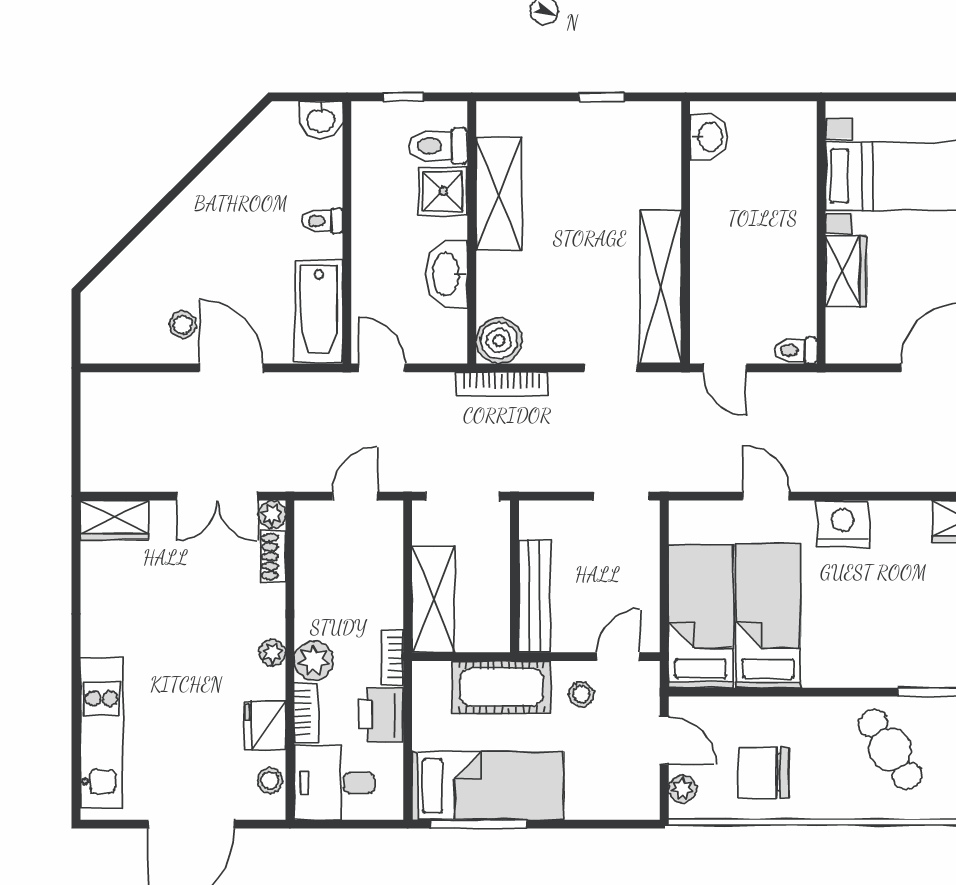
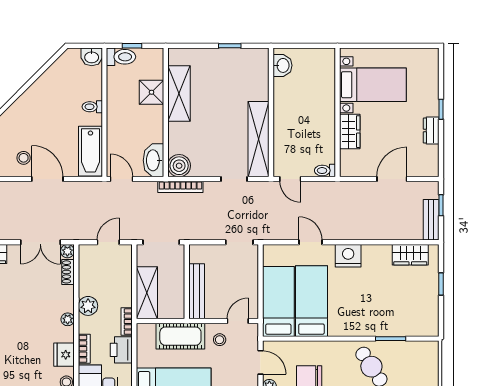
toilet: (438, 146) -> (121, 57), moved, turned 180
washbasin: (447, 274) -> (153, 160), moved
plant: (314, 660) -> (88, 306), moved

